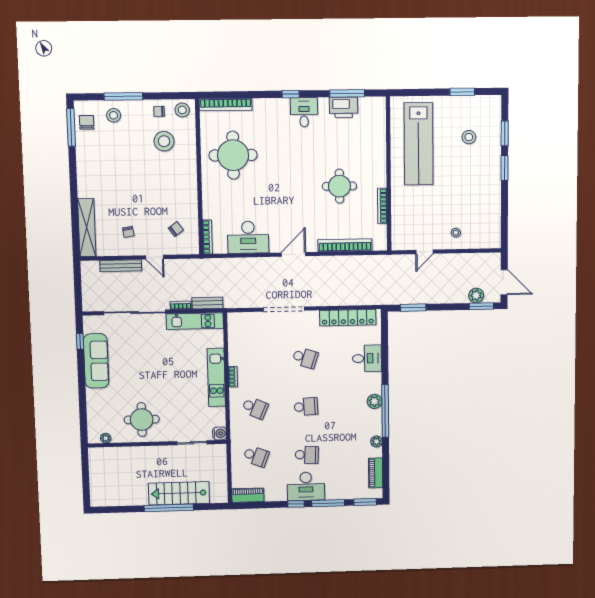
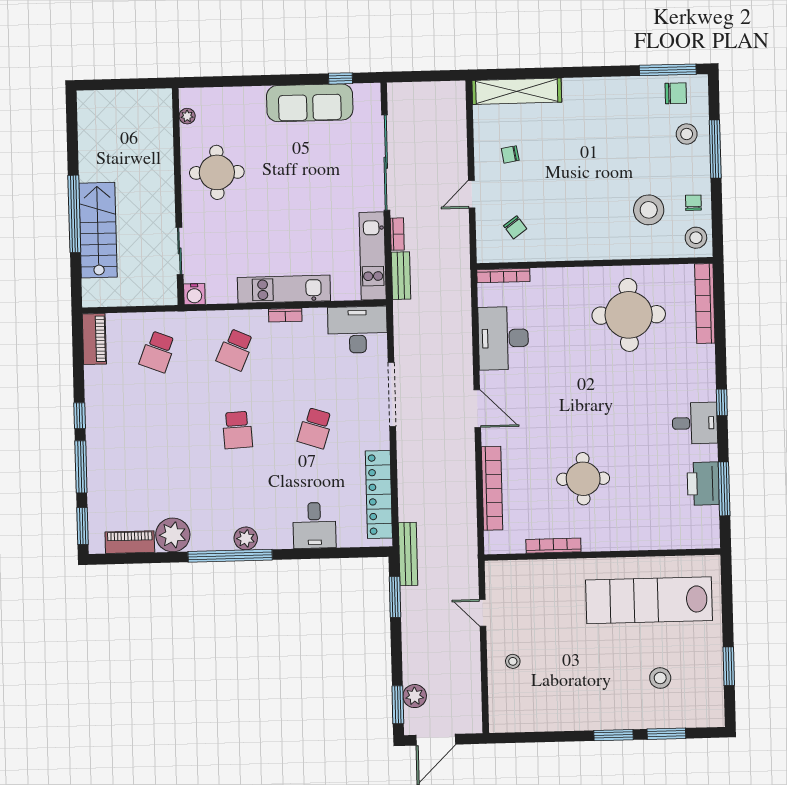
bench: (121, 266) -> (408, 554), moved
plant: (376, 441) -> (173, 535), width x1.87, depth x1.87
school desk: (307, 455) -> (160, 432), removed
desk: (306, 486) -> (358, 330), moved, turned 90

